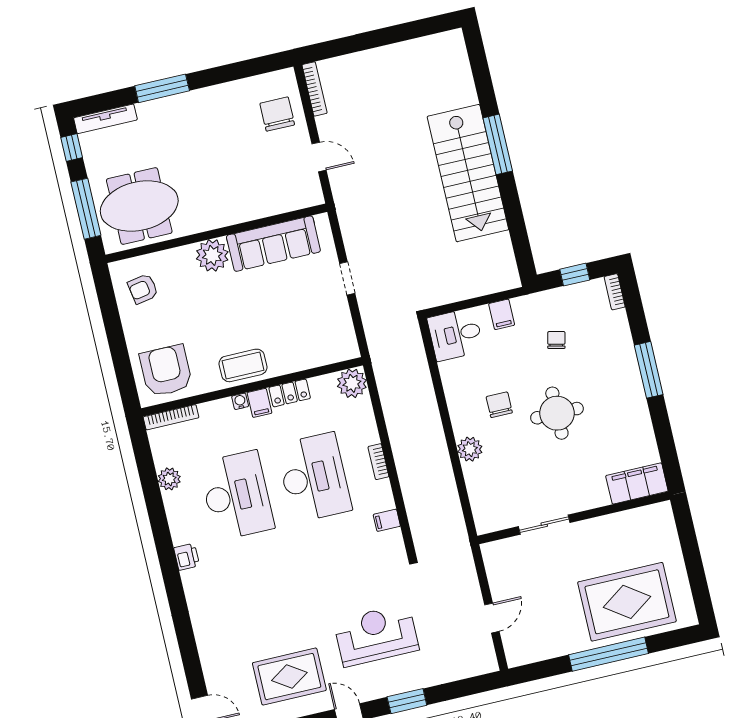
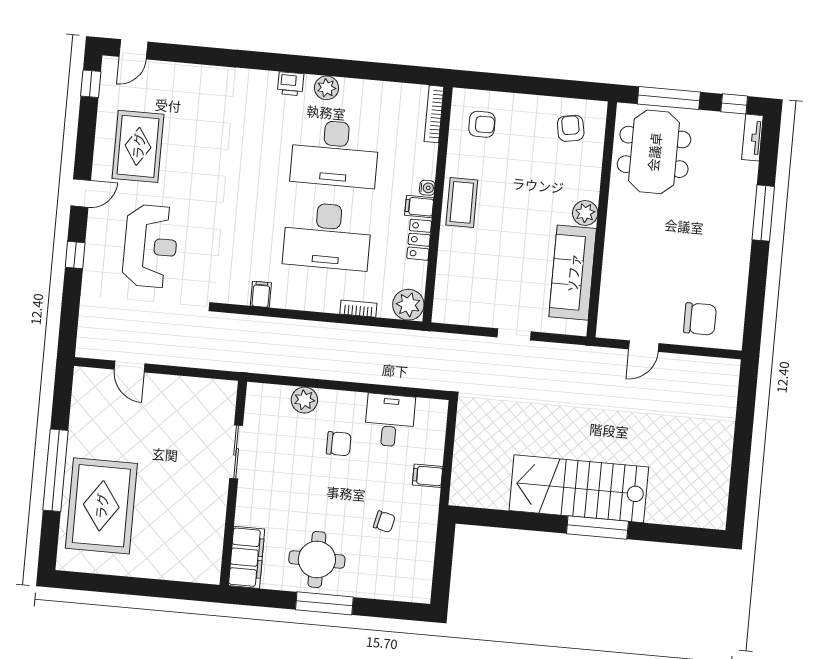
bookcase: (315, 89) -> (713, 364), removed
tv unit: (105, 119) -> (752, 138), width x0.71
plant: (212, 255) -> (585, 213), width x0.73, depth x0.73
window: (575, 275) -> (443, 561), removed
bookcase: (615, 292) -> (413, 595), removed
desk: (455, 334) -> (390, 420), moved
armchair: (166, 371) -> (482, 124), width x0.53, depth x0.53
round table: (557, 413) -> (317, 559), moved
bookcase: (378, 462) -> (358, 309), moved
plant: (169, 479) -> (327, 88), moved
filing cabinet: (637, 483) -> (247, 557), moved
wall: (574, 518) -> (233, 483), moved
sliding door: (544, 525) -> (236, 452), moved
window: (407, 701) -> (75, 255), width x0.67

